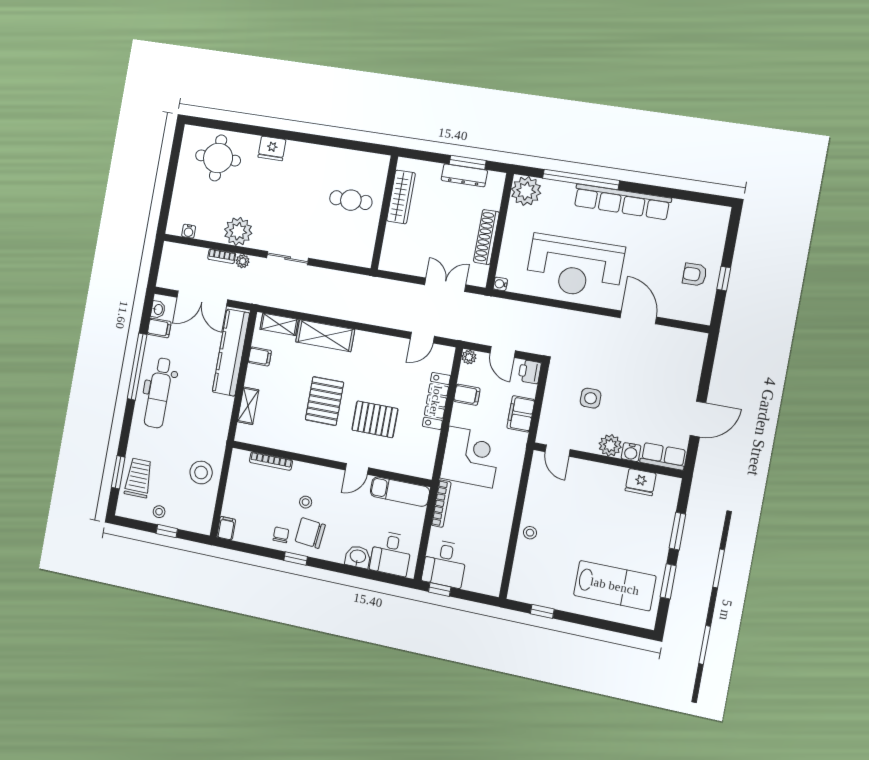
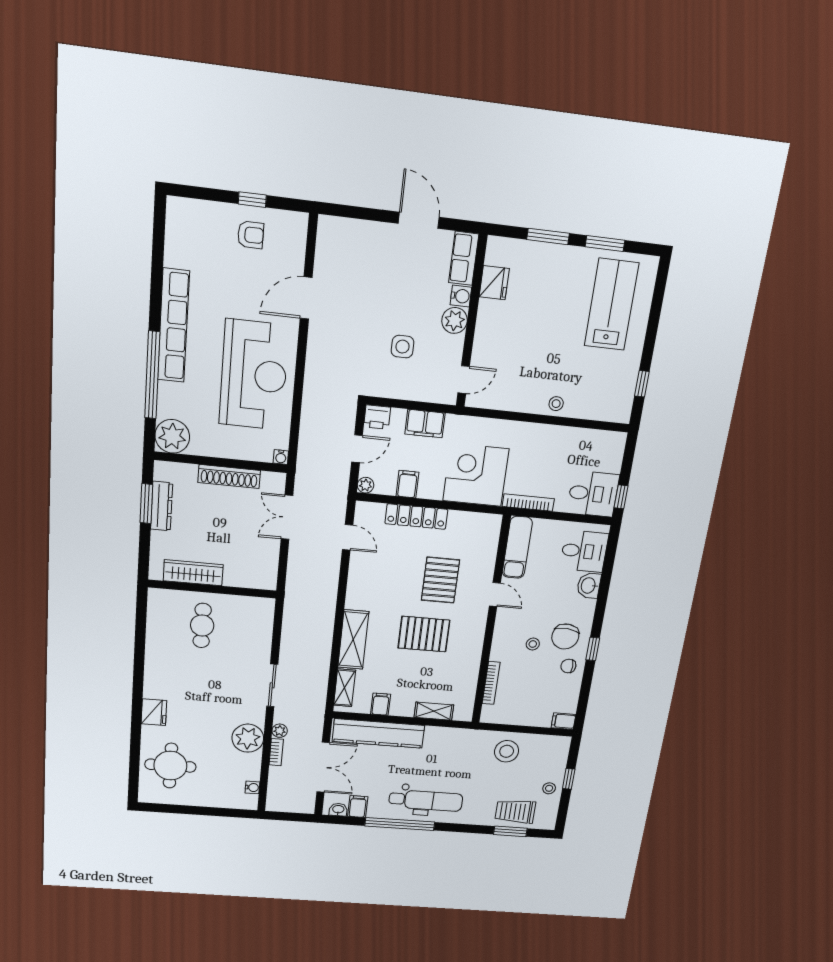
armchair: (695, 275) -> (251, 235), turned -90

